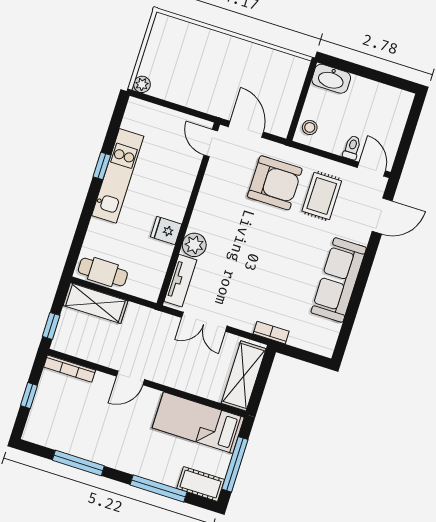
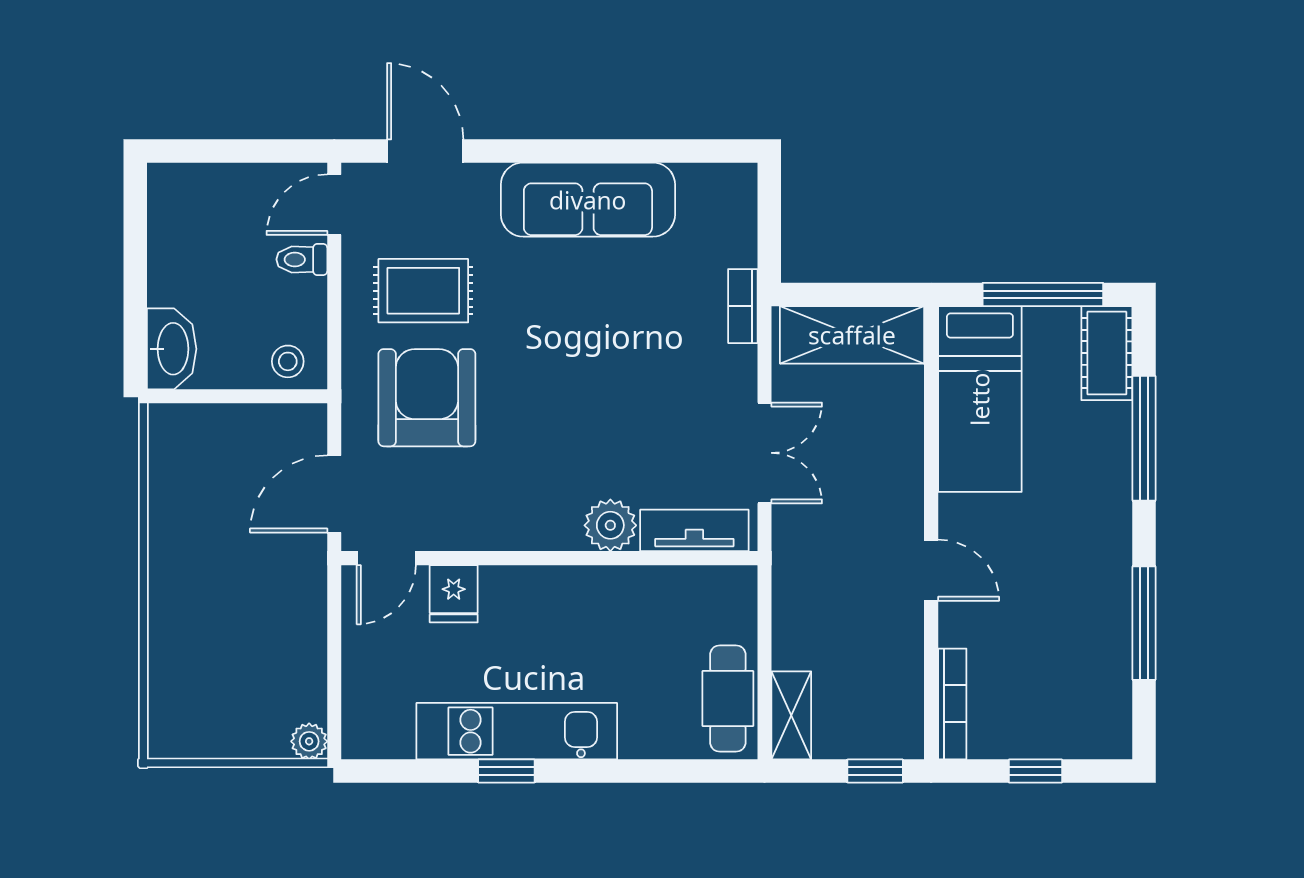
fridge: (166, 231) -> (454, 594), moved
shelving: (95, 303) -> (791, 715), width x0.67, depth x0.75

